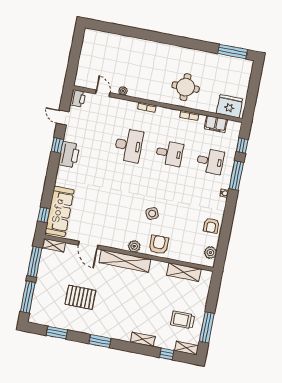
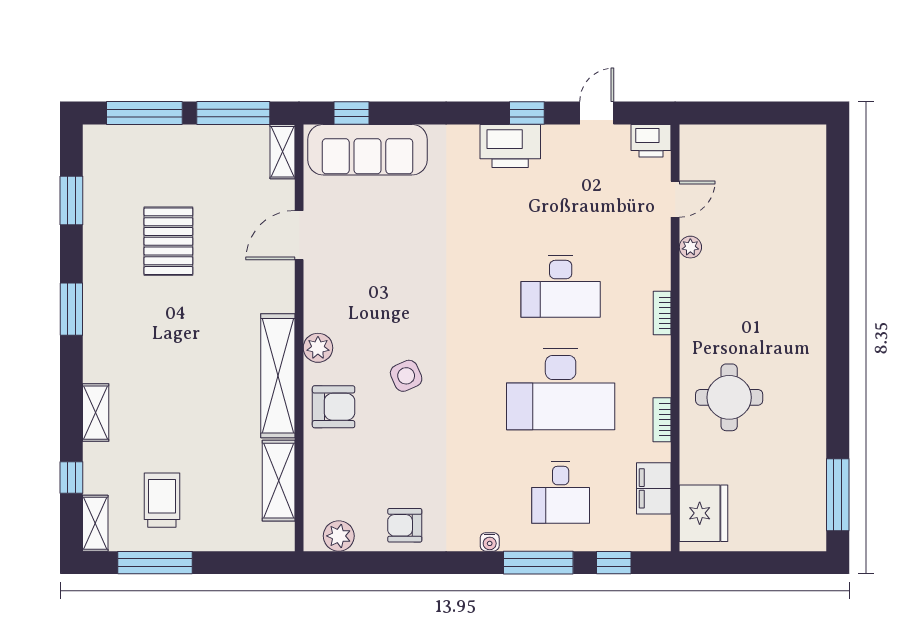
desk: (169, 153) -> (561, 389), width x1.87, depth x1.30
shelving: (125, 261) -> (278, 376), moved

